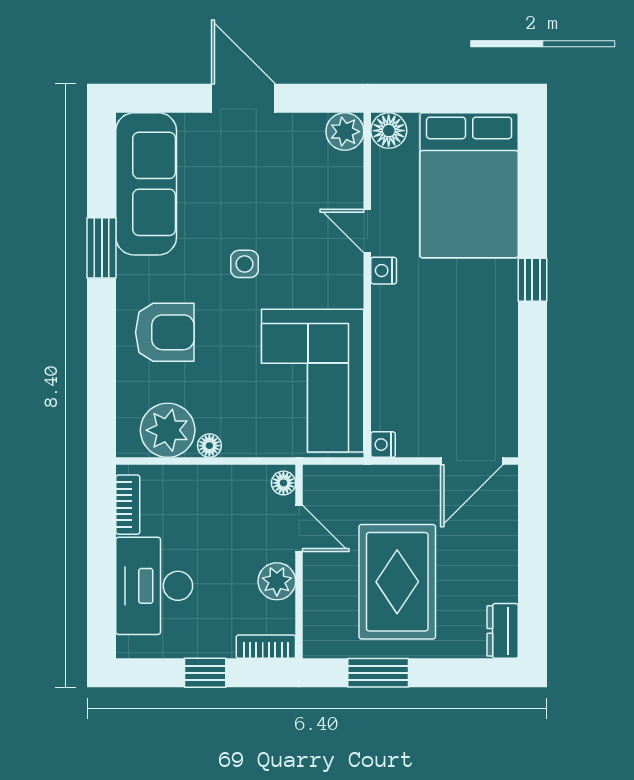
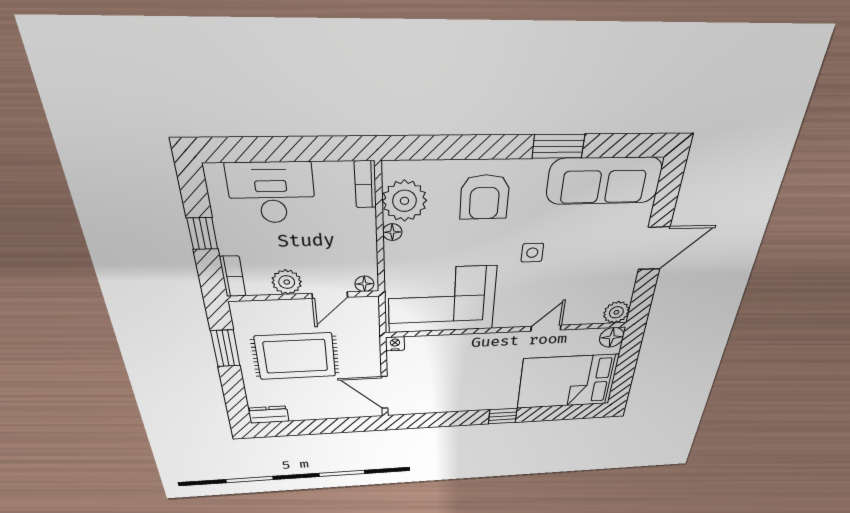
nightstand: (384, 271) -> (517, 339), removed
bookcase: (128, 505) -> (365, 184), moved, turned 90

